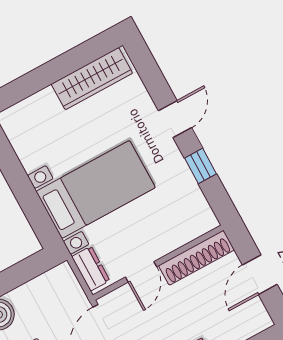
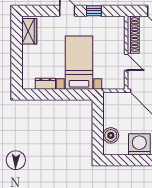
wardrobe: (92, 79) -> (29, 31), width x0.67
dresser: (91, 269) -> (45, 84), moved

